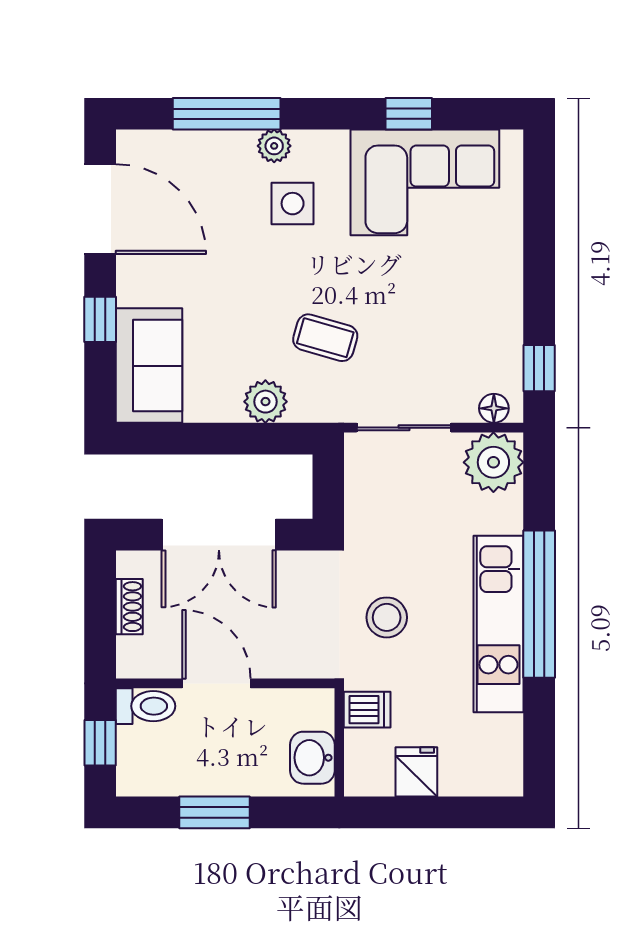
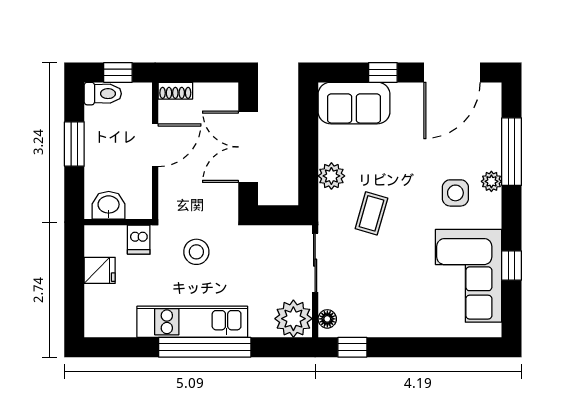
shoe rack: (129, 607) -> (175, 91), moved
toilet: (146, 706) -> (103, 94), moved, turned -90

